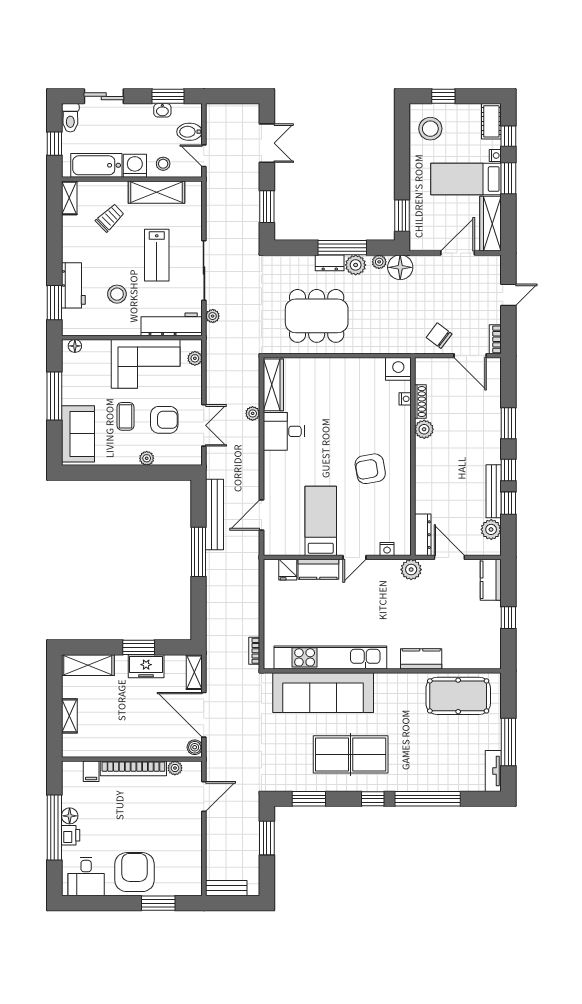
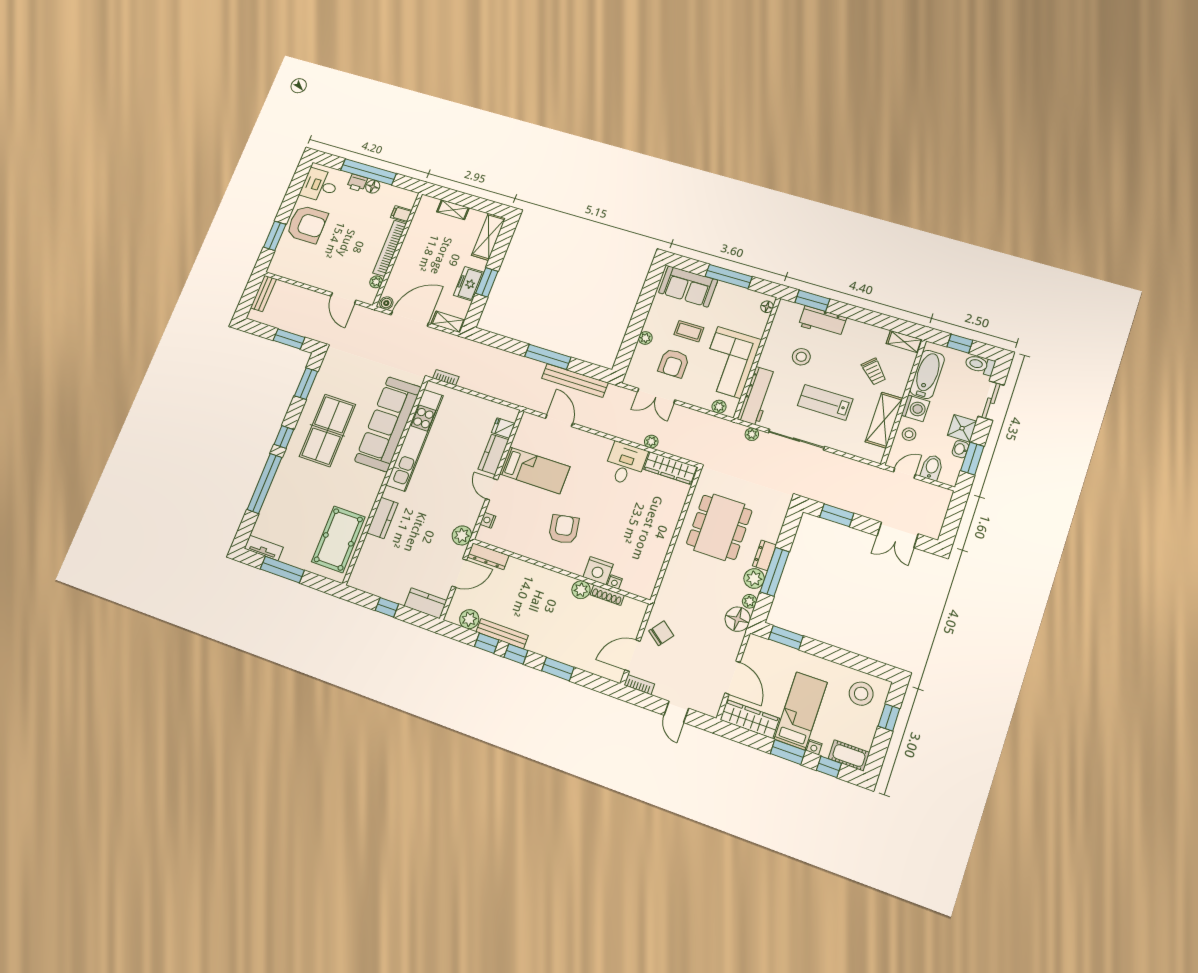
shower: (141, 115) -> (962, 428), added
nightstand: (398, 369) -> (598, 571), moved, turned 90

